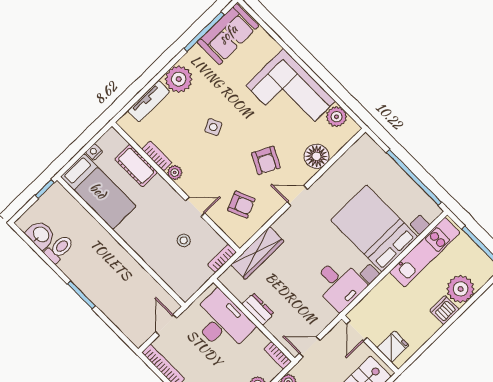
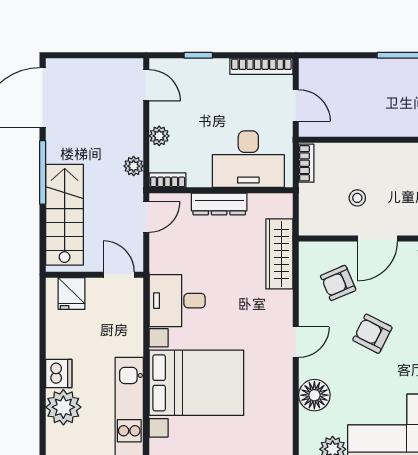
armchair: (266, 160) -> (372, 334), moved
door: (195, 207) -> (378, 239), width x1.37
bookcase: (222, 258) -> (306, 163), moved
dresser: (258, 309) -> (219, 204), width x1.44

